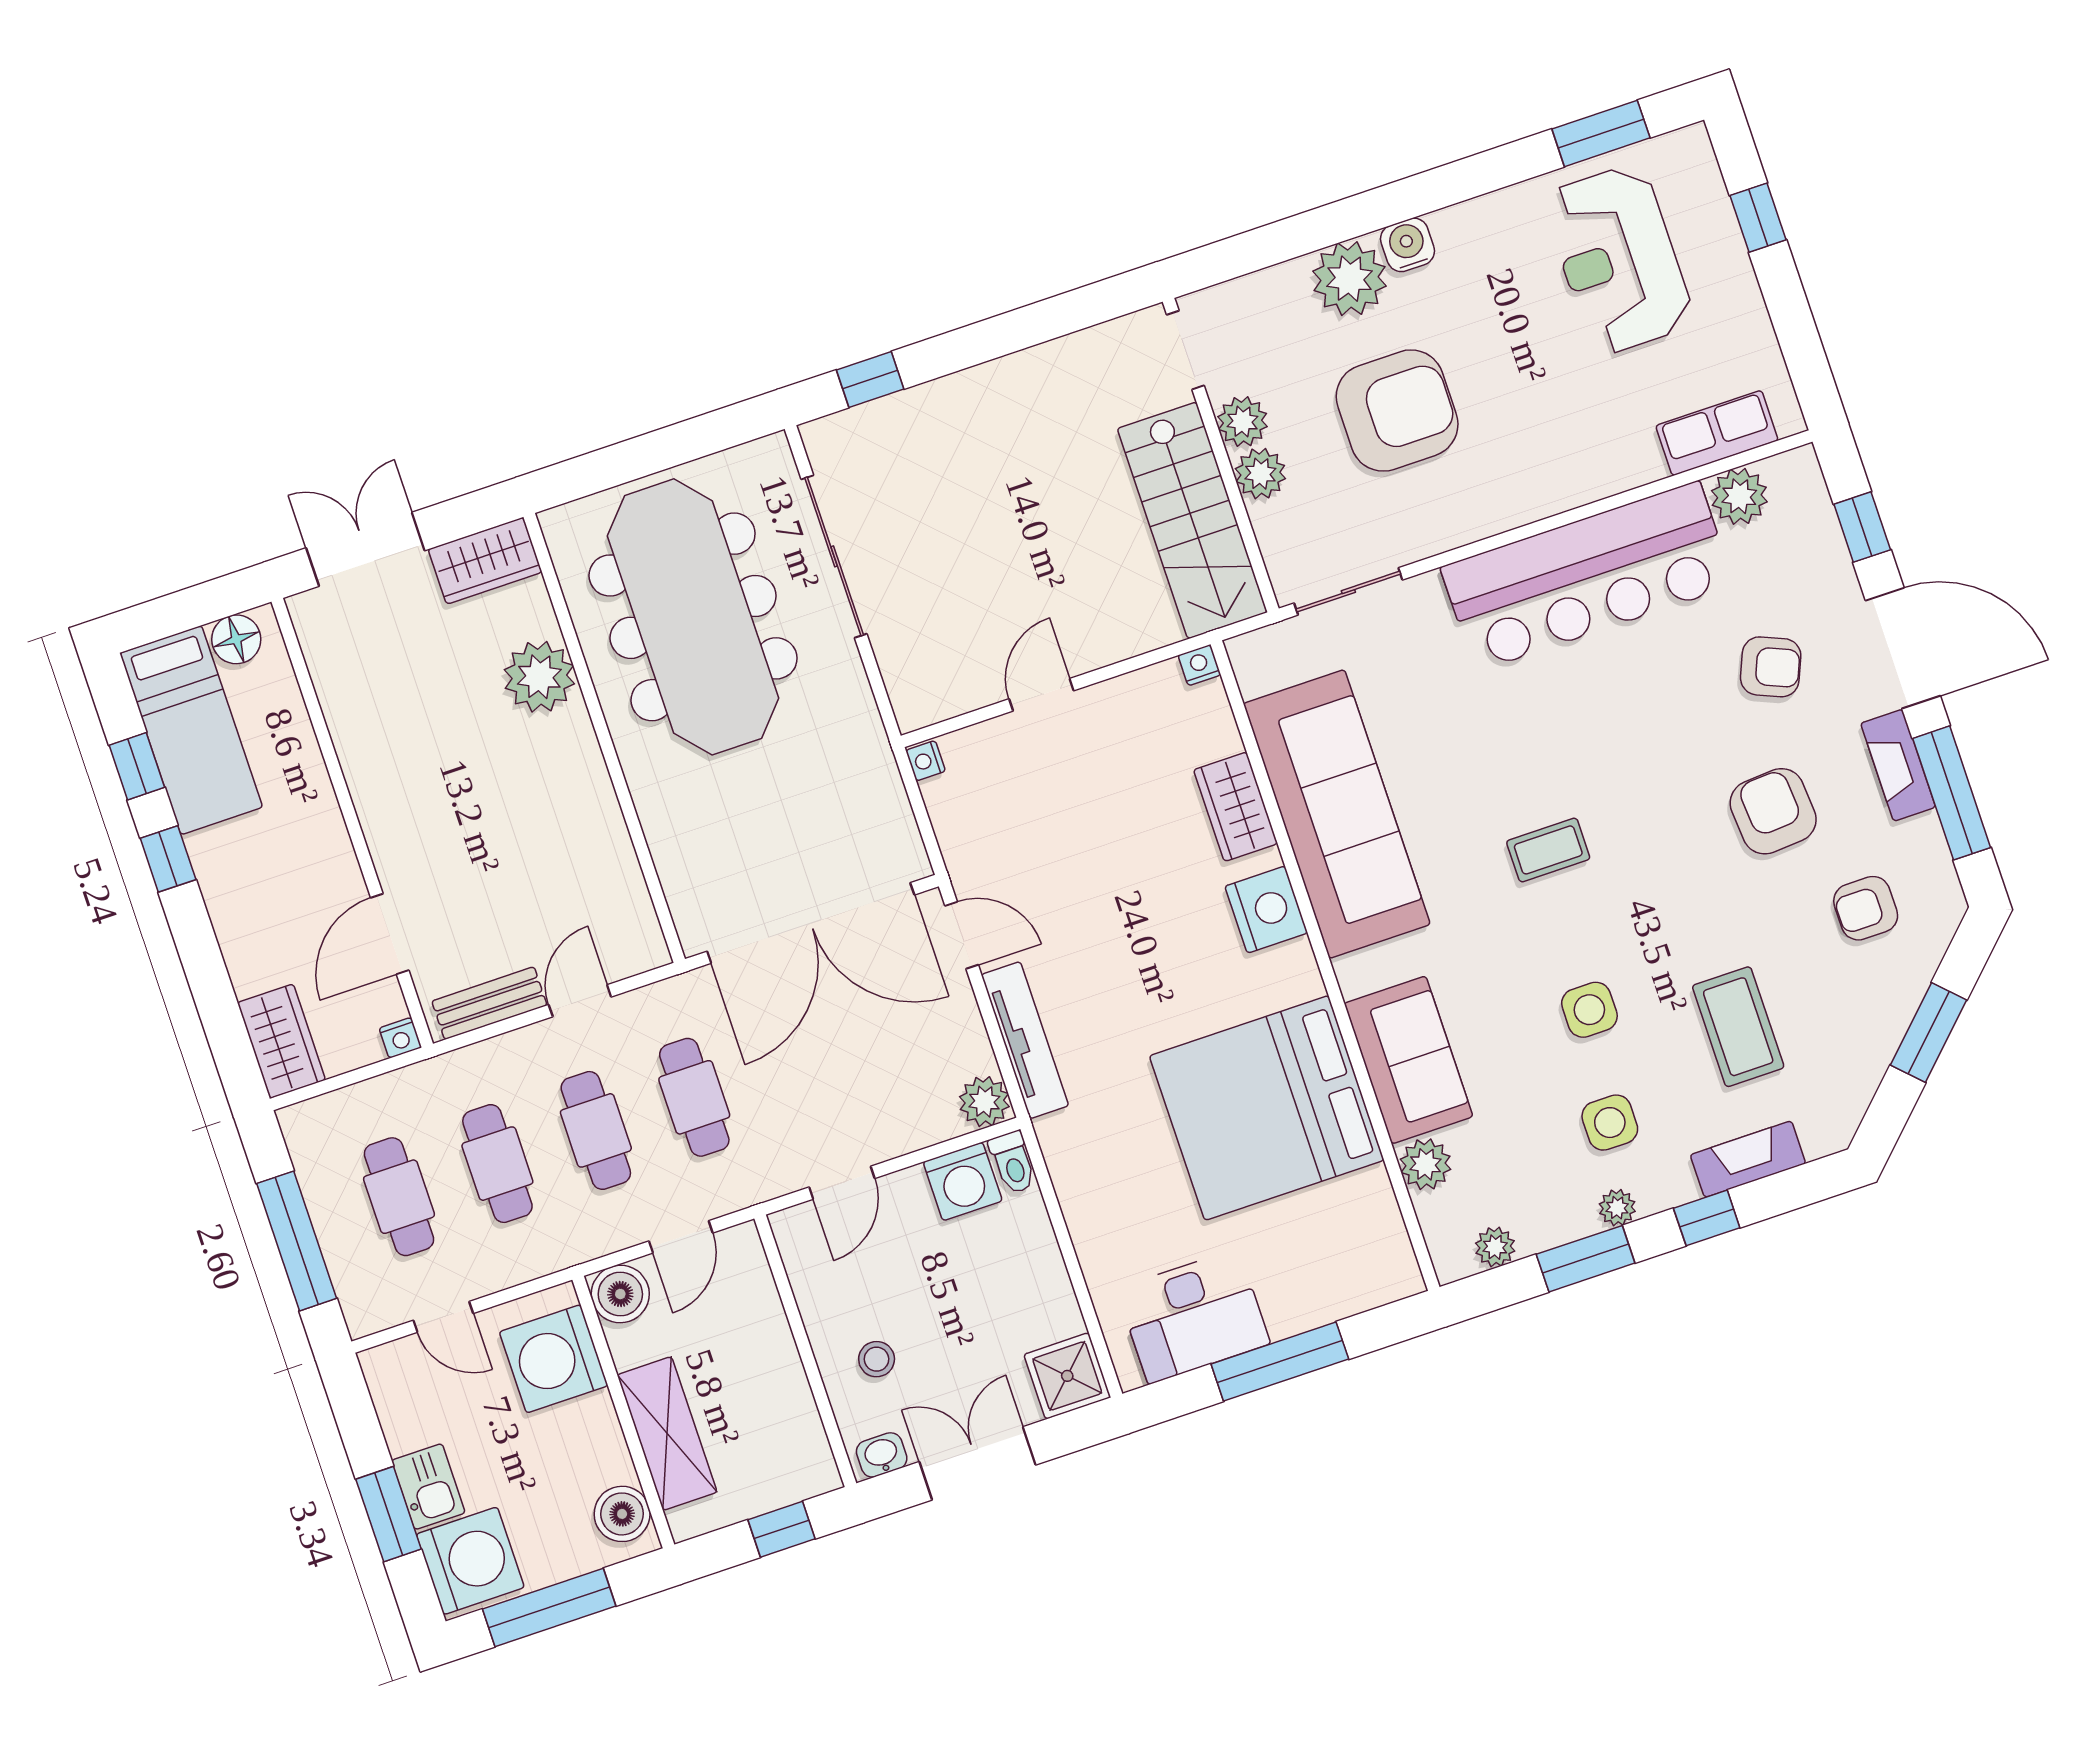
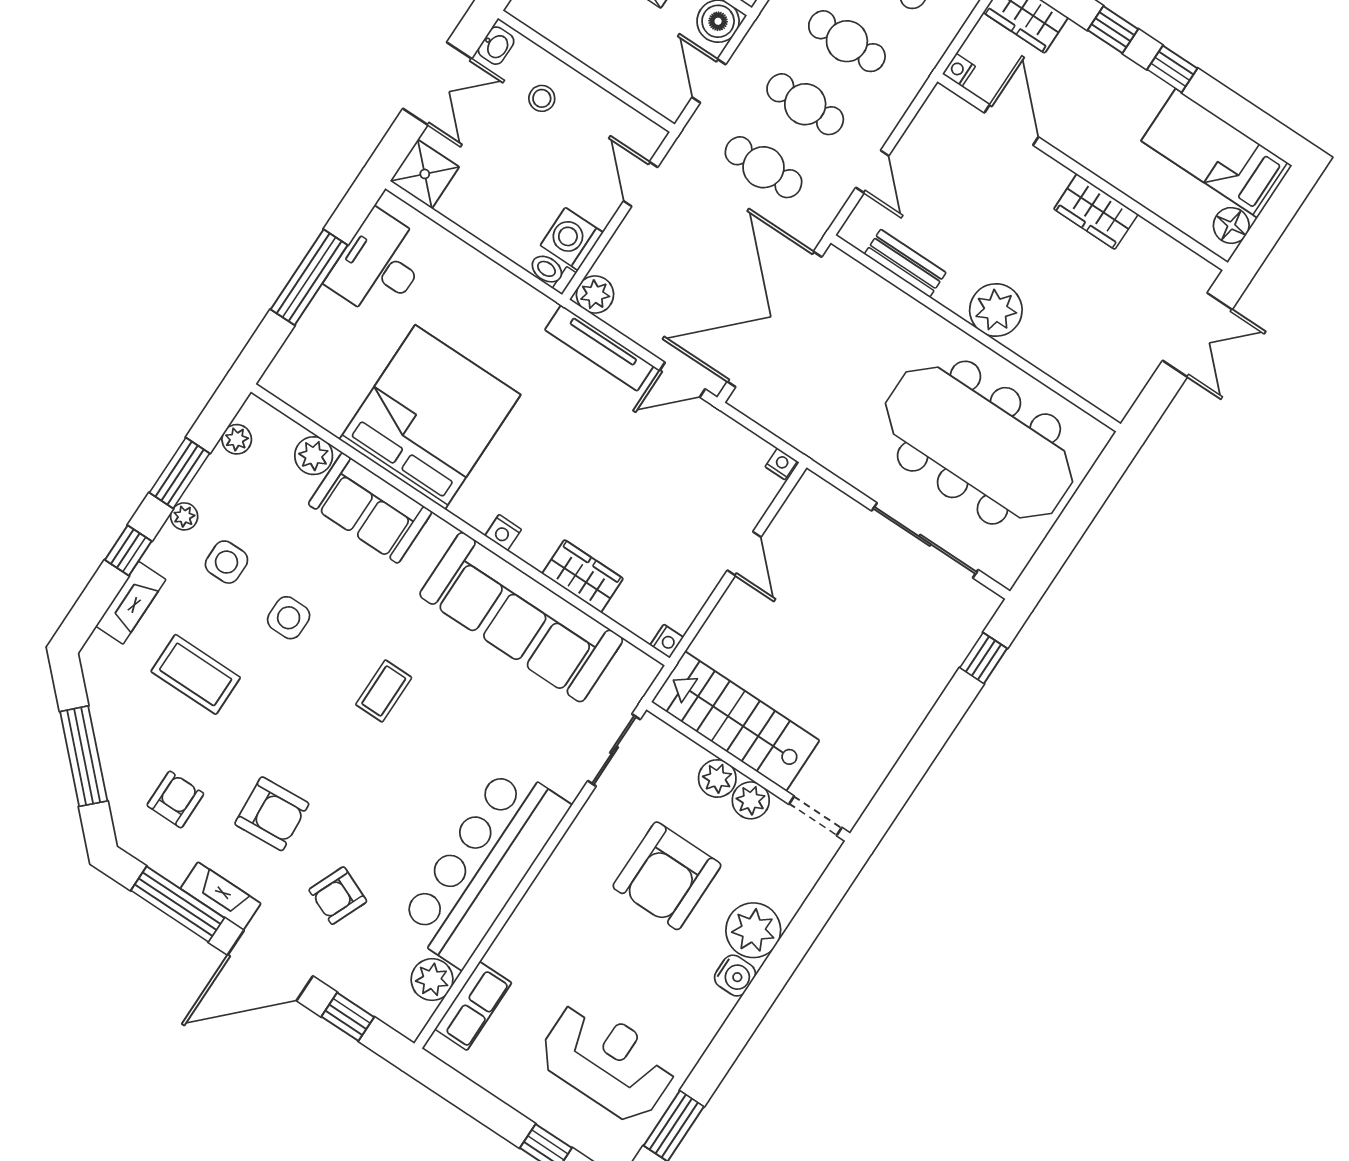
wardrobe: (485, 561) -> (1096, 212), moved, turned -90
plant: (539, 677) -> (996, 310), moved
window: (137, 766) -> (1113, 30), moved
nightstand: (1266, 910) -> (503, 533), width x0.53, depth x0.56
bench: (489, 1003) -> (905, 263), moved, turned 90
window: (1929, 1033) -> (84, 756), width x1.44

